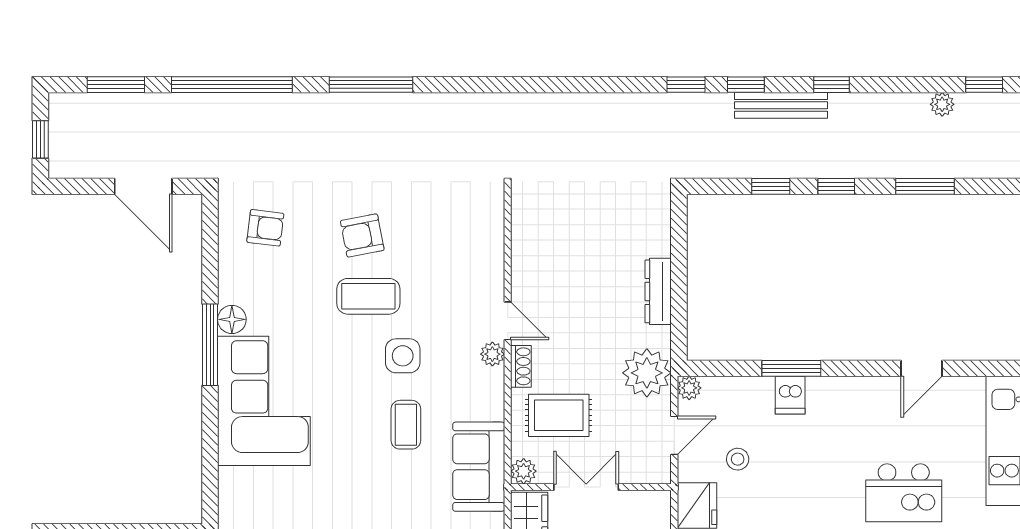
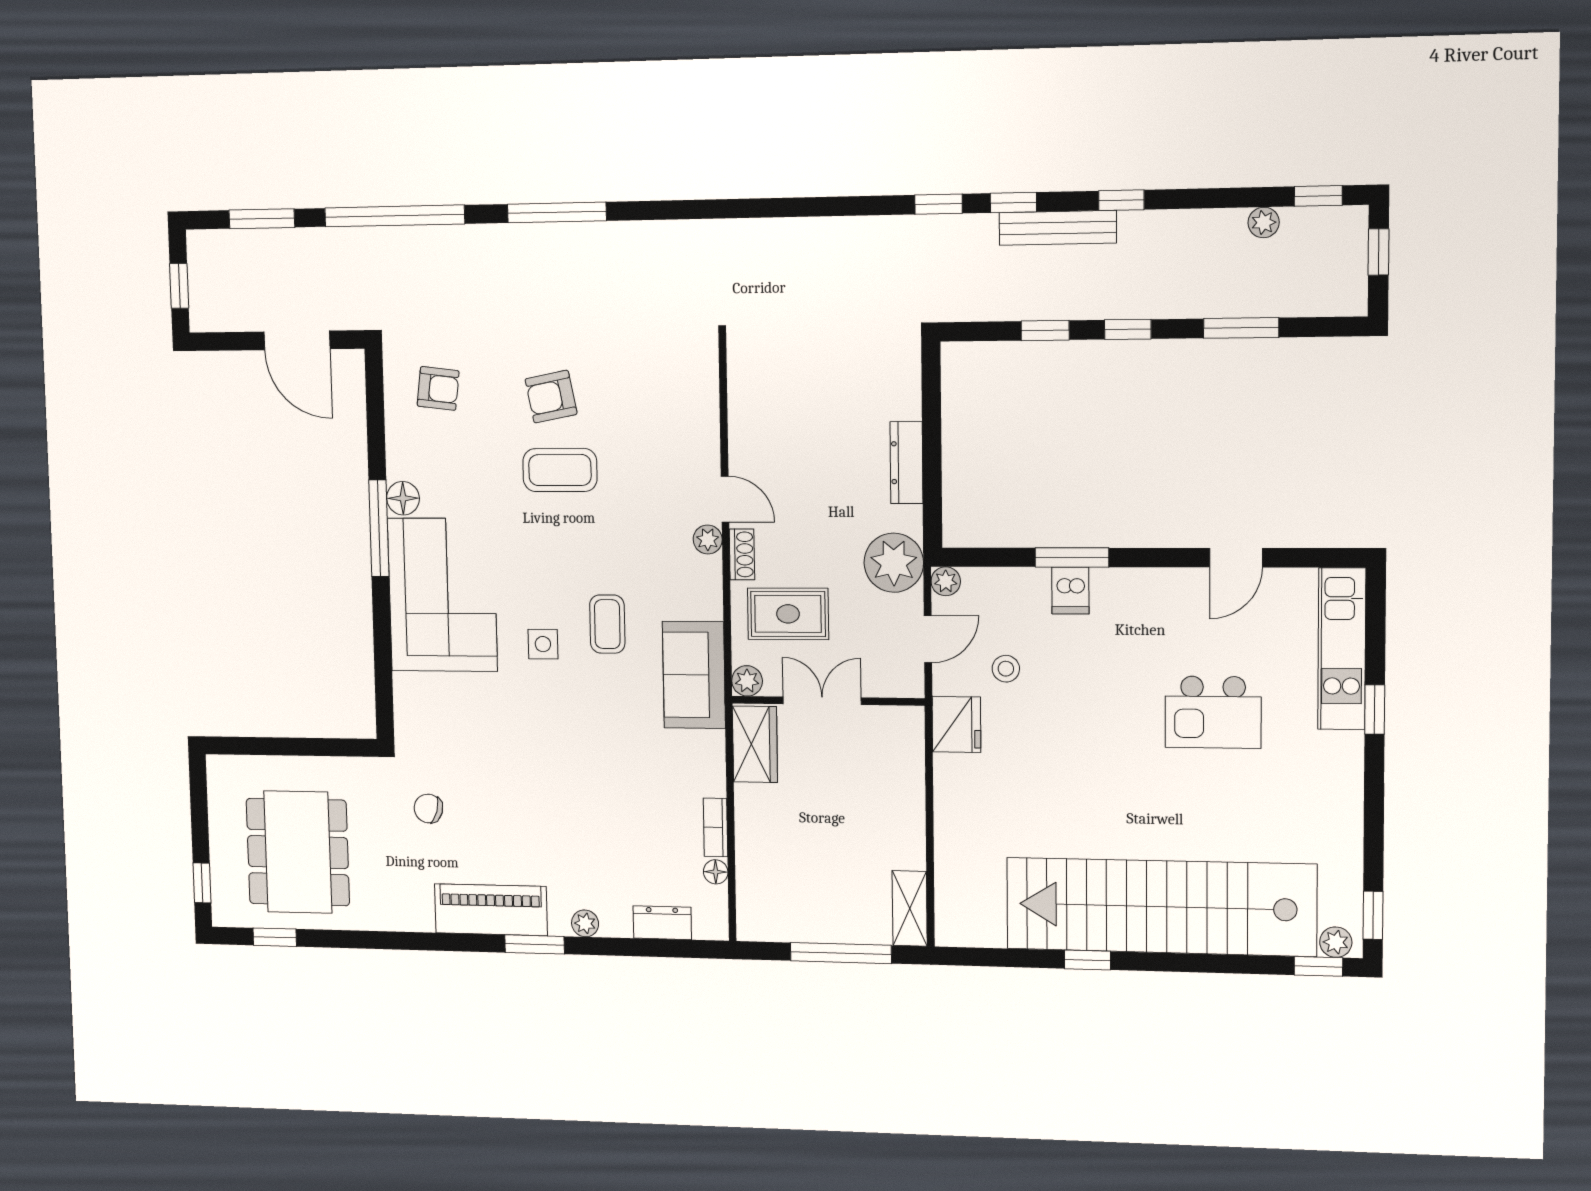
side table: (403, 356) -> (543, 644), moved, width x0.73, depth x0.73

